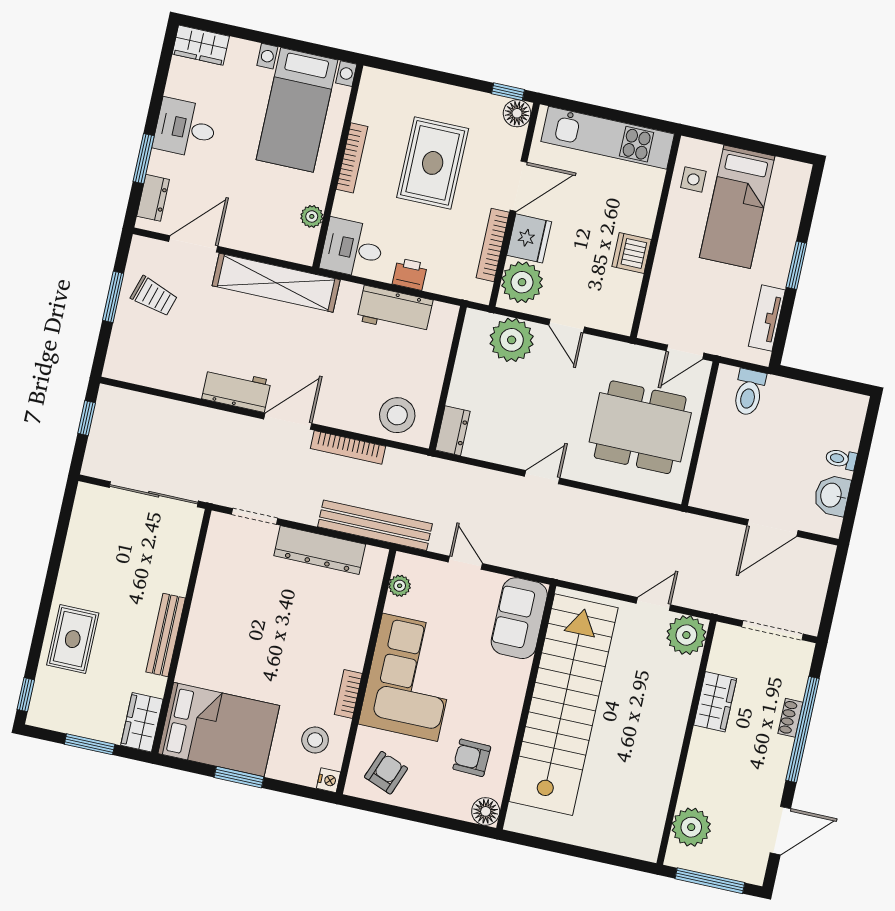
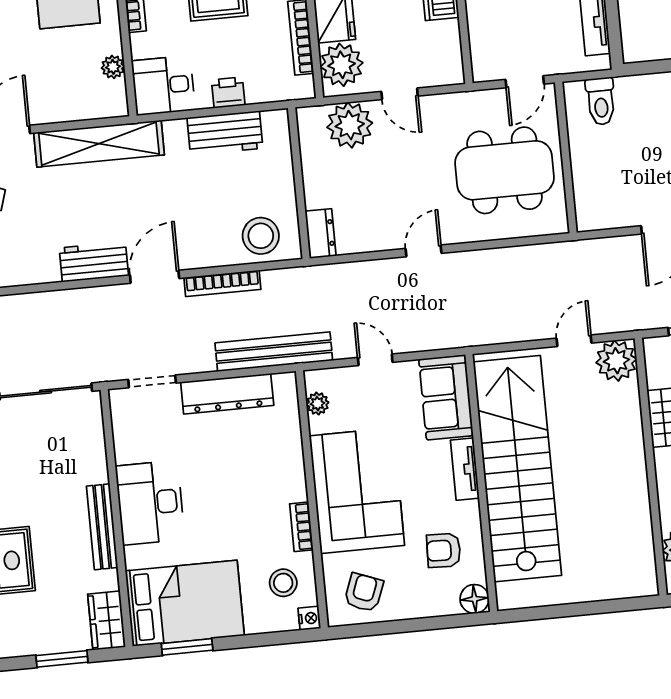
desk: (217, 627) -> (150, 503), added
tv unit: (515, 690) -> (465, 469), added
window: (239, 777) -> (187, 647), moved

